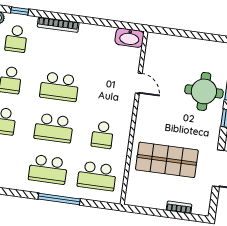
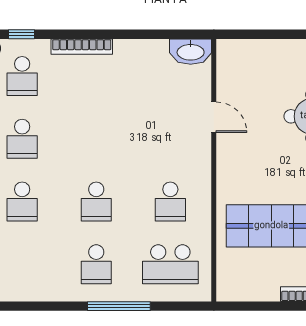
school desk: (59, 87) -> (96, 139), removed
school desk: (54, 128) -> (96, 202), width x0.54
school desk: (48, 169) -> (96, 264), width x0.54

